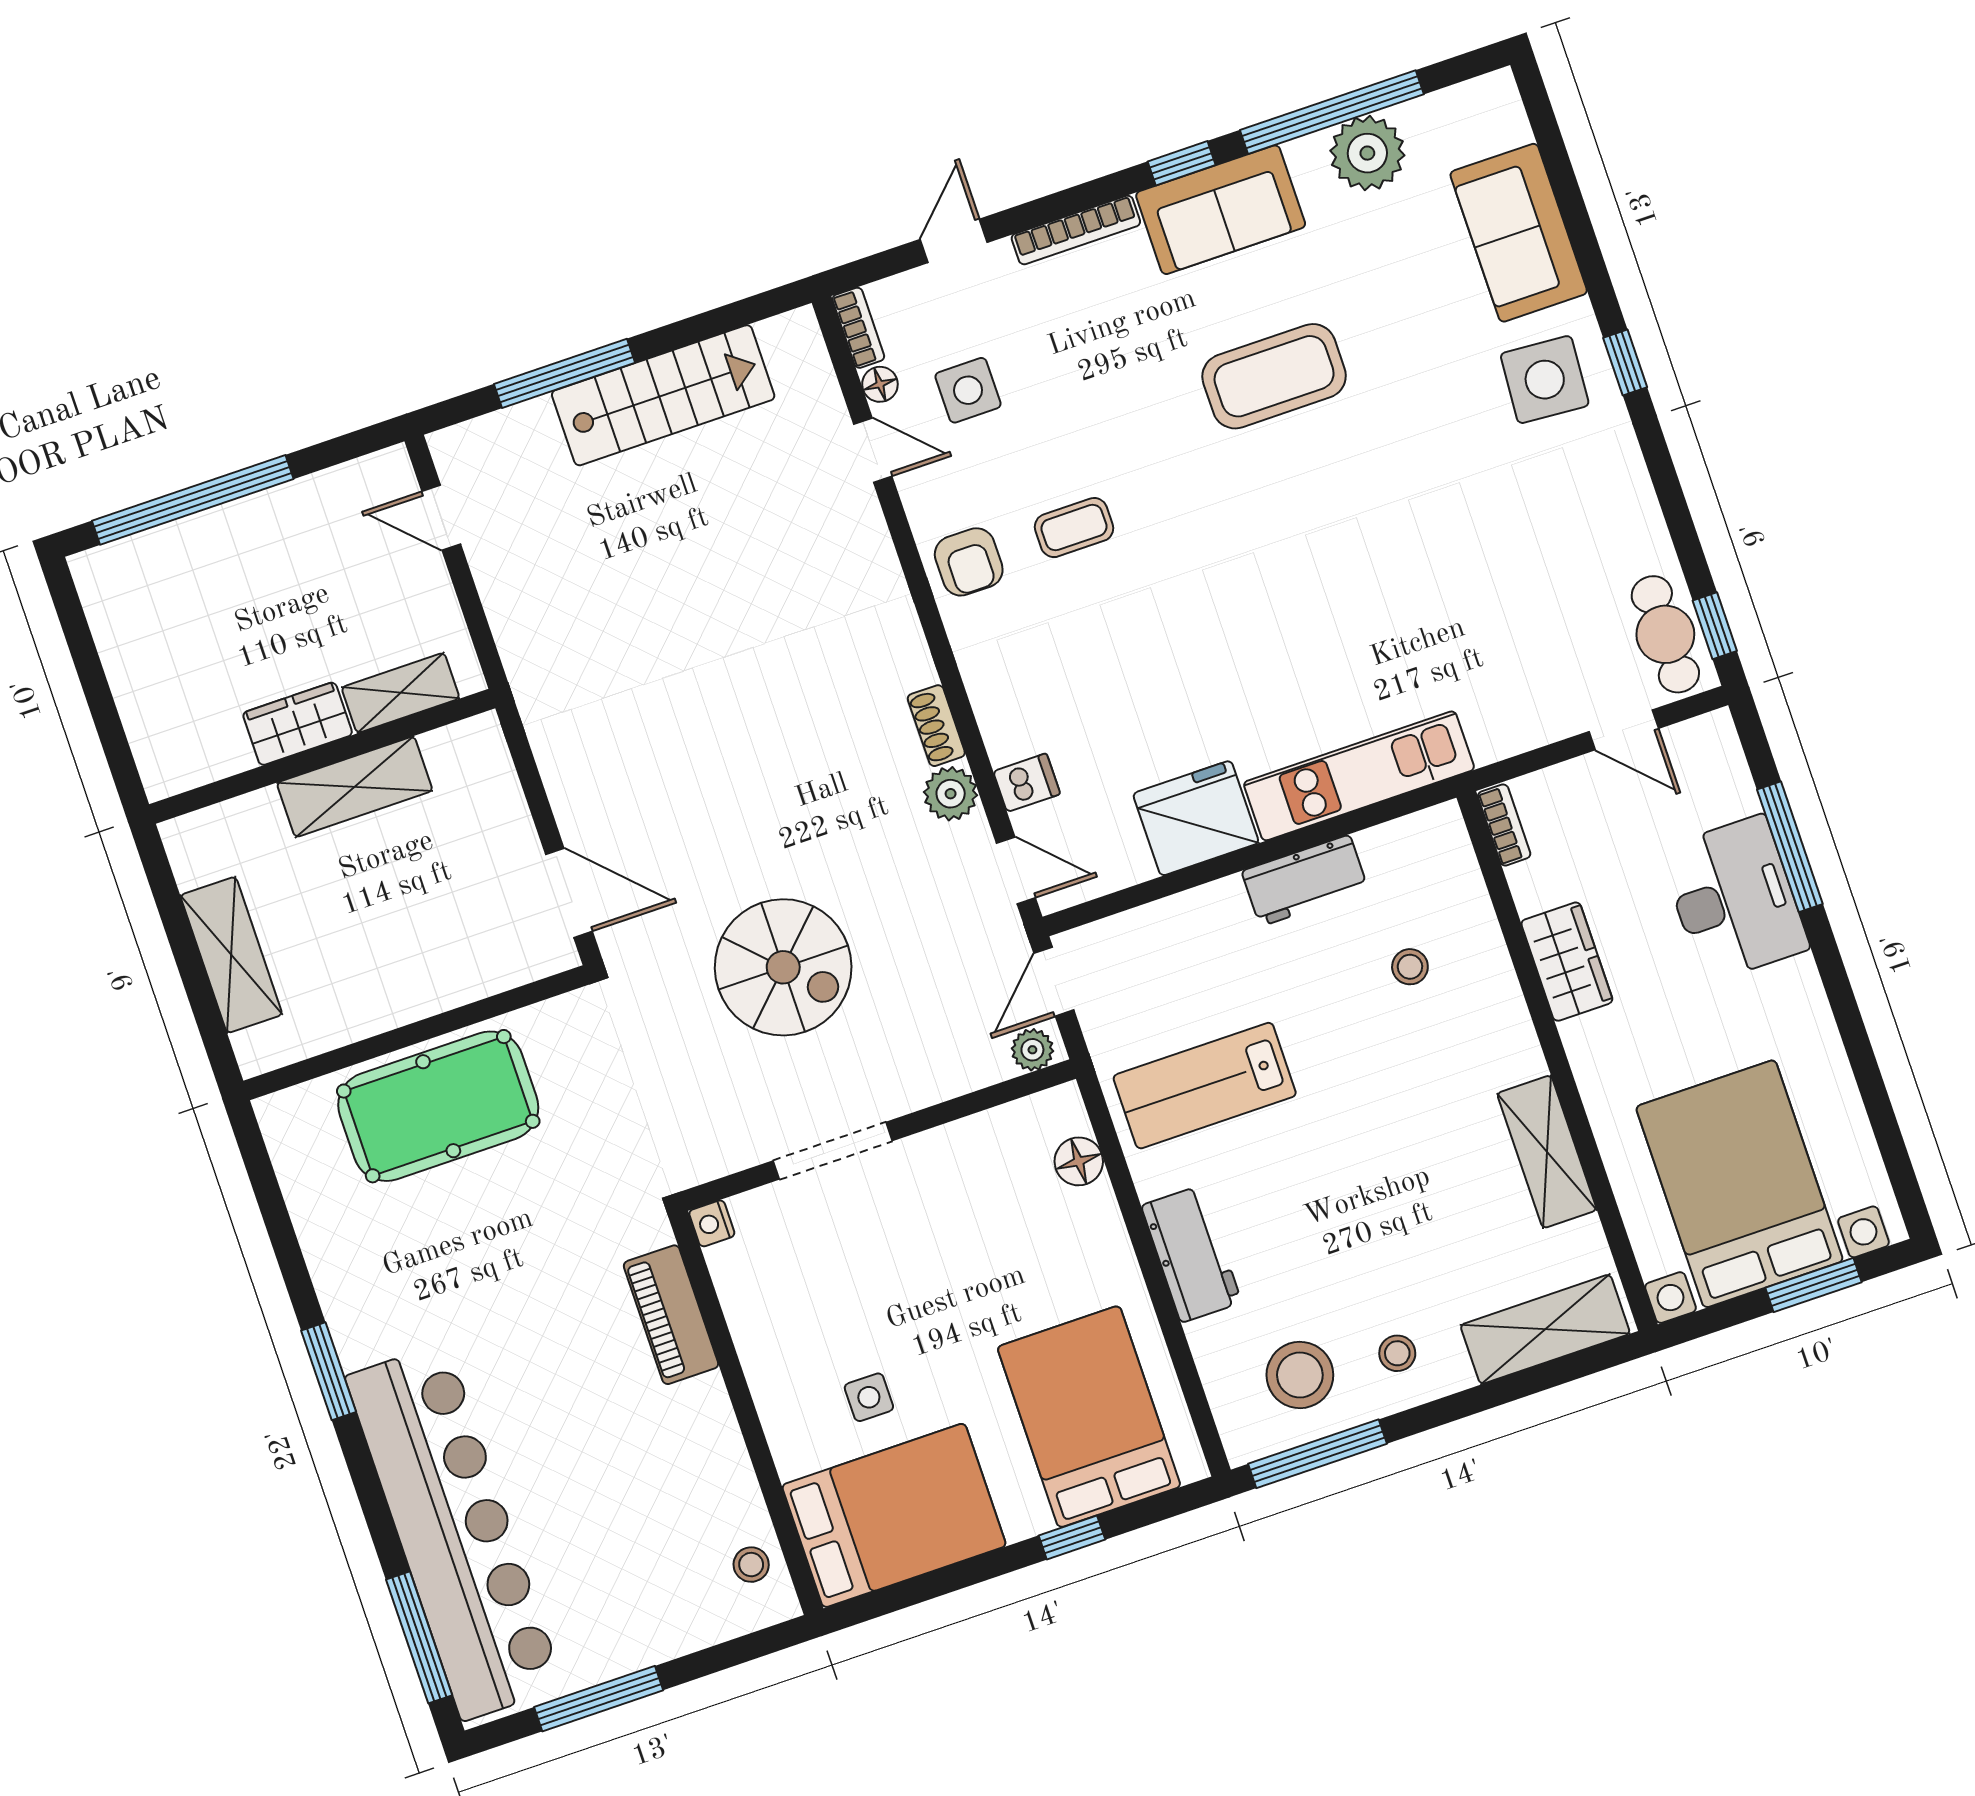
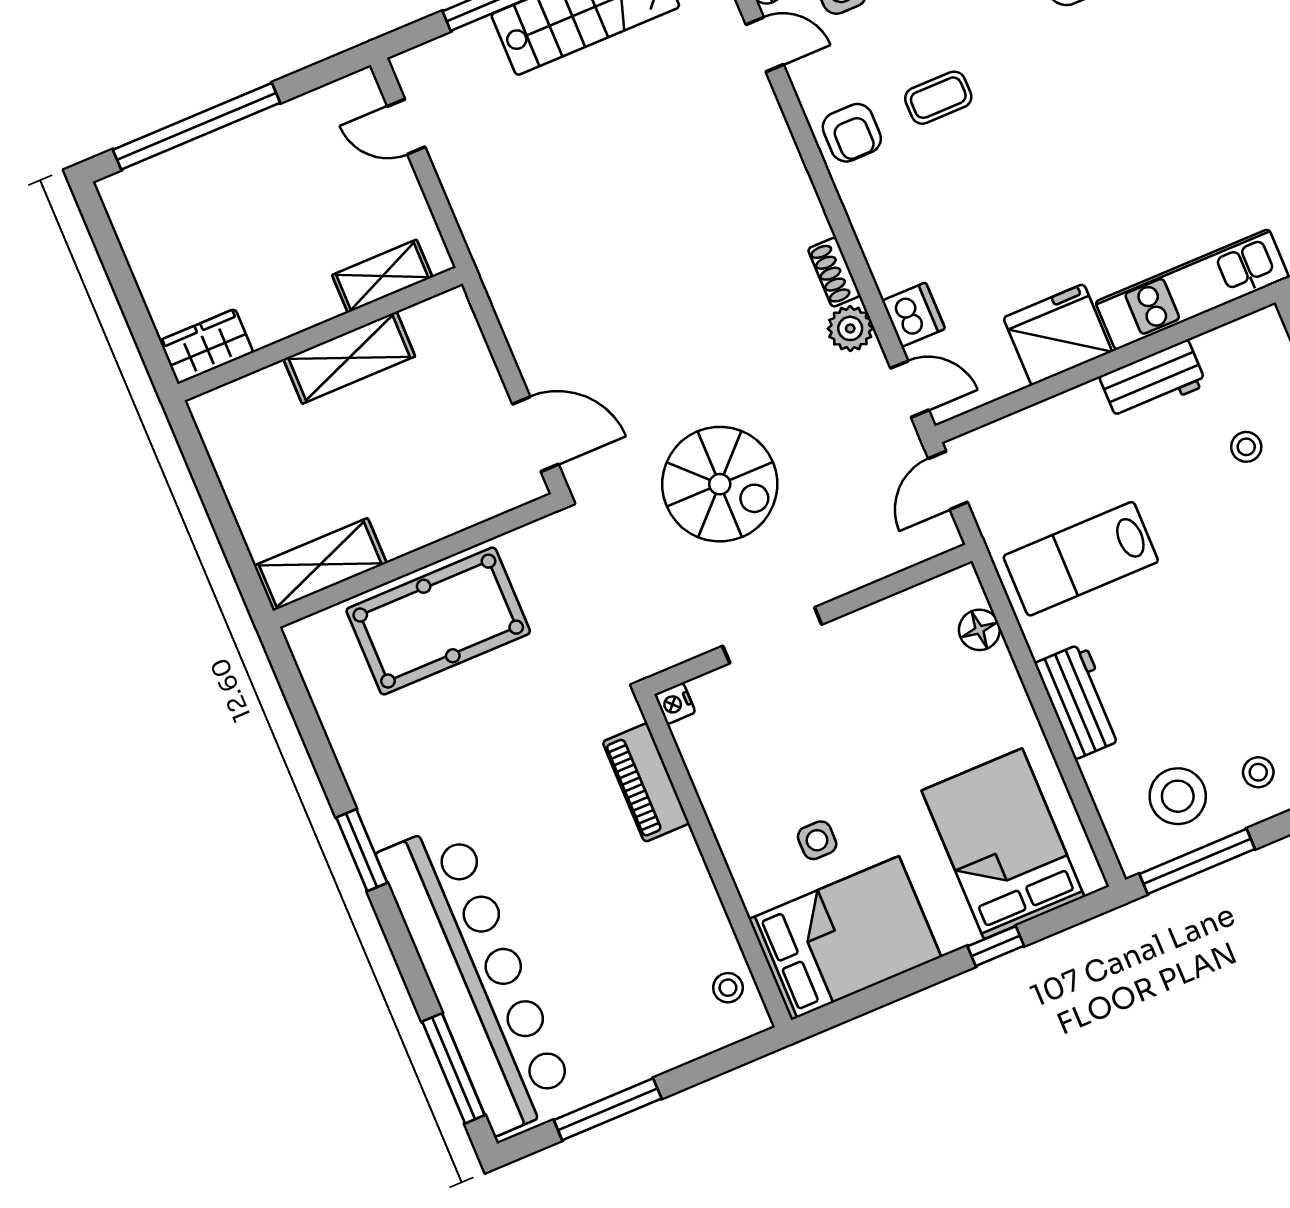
wardrobe: (298, 724) -> (206, 346), moved
dishwasher: (1027, 783) -> (913, 315), width x1.38
shelving: (231, 955) -> (320, 564), moved, turned 90
plant: (1032, 1050) -> (934, 539), removed

